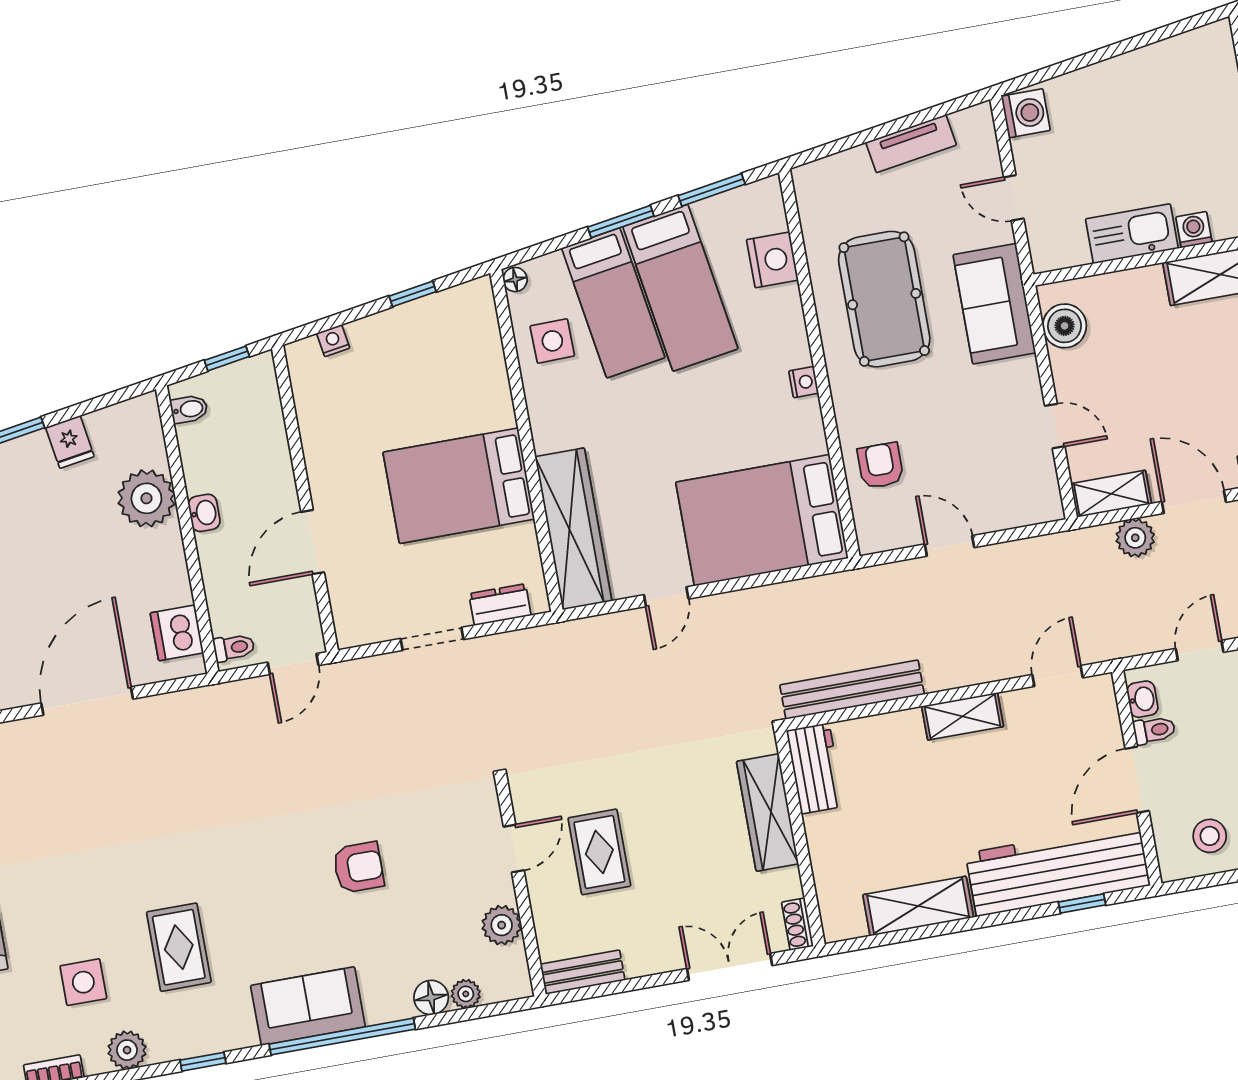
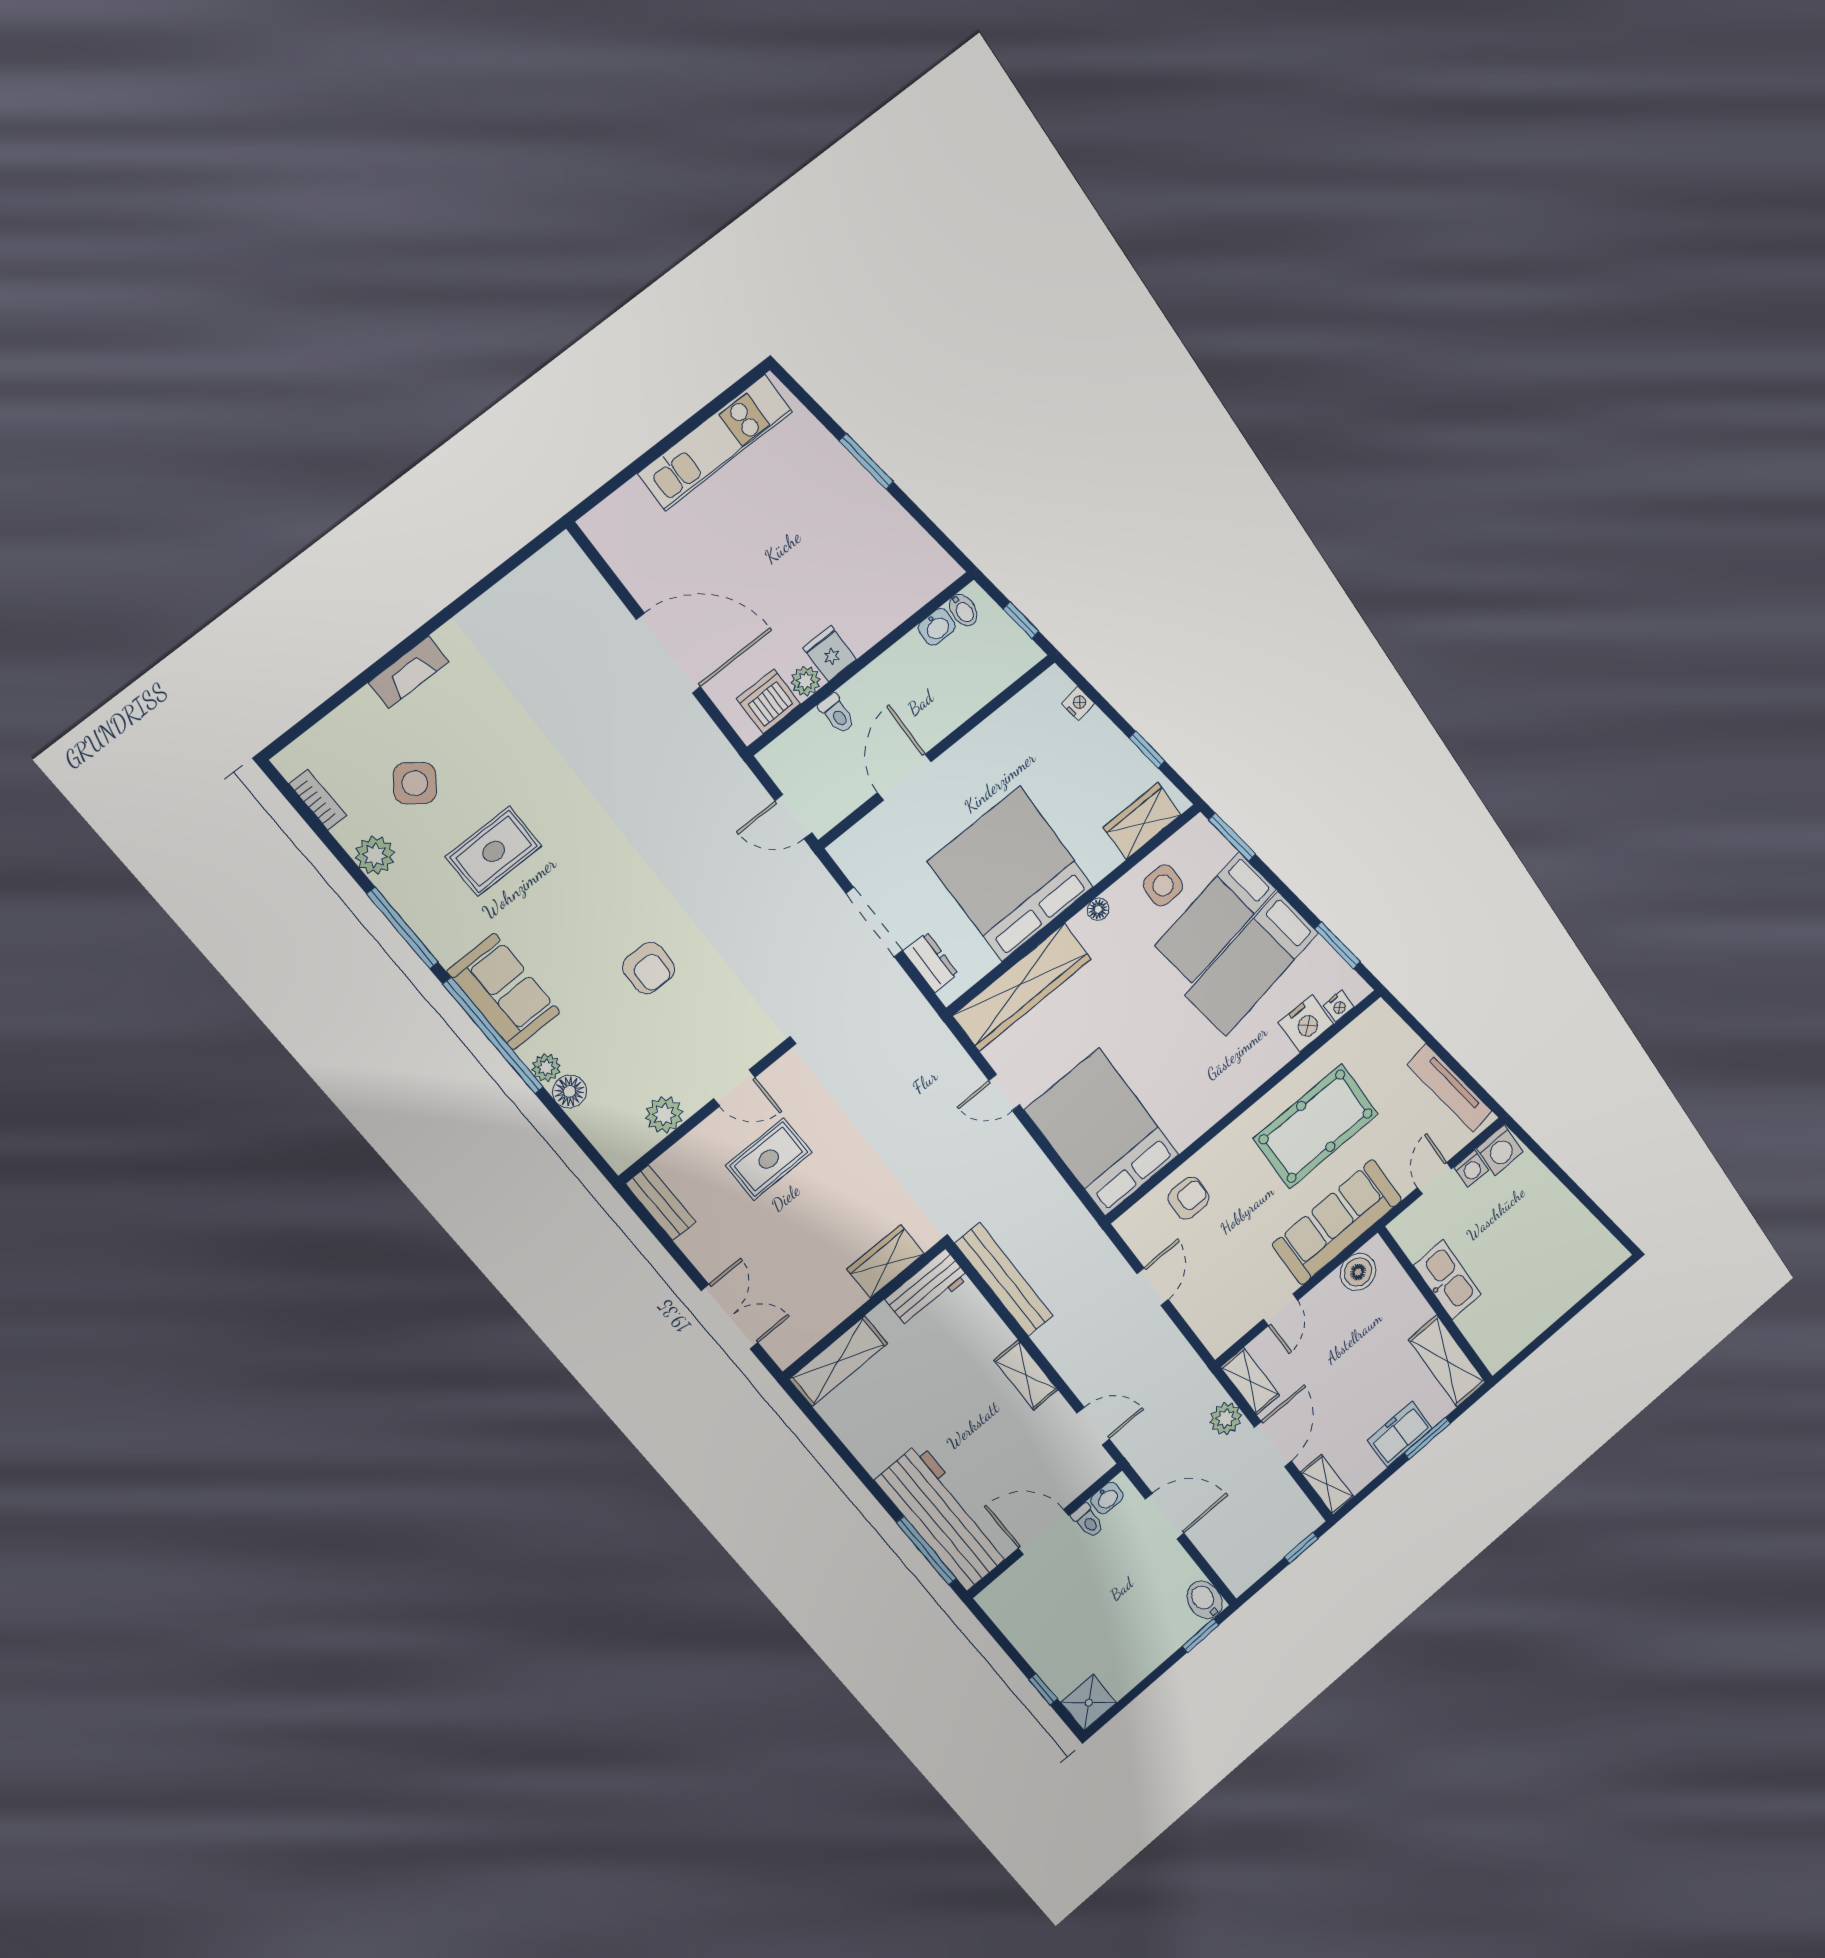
tv unit: (911, 144) -> (1450, 1088), width x1.41
window: (621, 222) -> (1232, 837), moved
washing machine: (1194, 230) -> (1471, 1169), moved, turned 90
floor lamp: (515, 279) -> (1098, 909), moved
sofa: (994, 304) -> (1337, 1222), width x1.36
wardrobe: (478, 332) -> (1142, 821), added
nightstand: (804, 382) -> (1339, 1006), moved
fridge: (70, 442) -> (830, 654), moved, turned 99
bed: (459, 486) -> (1011, 874), width x1.36
plant: (146, 498) -> (805, 681), moved, width x0.53, depth x0.53
washbasin: (204, 513) -> (937, 627), moved
door: (313, 542) -> (904, 777), hinge flipped
doorway: (432, 639) -> (874, 922), width x1.38
toilet: (234, 648) -> (837, 714), moved
door: (1200, 650) -> (1165, 1516), width x1.38
wardrobe: (768, 813) -> (885, 1261), width x0.67
stool: (1210, 836) -> (1028, 1610), removed
window: (1082, 903) -> (926, 1551), width x2.17
shelving: (918, 906) -> (838, 1361), moved, turned 90
shoe rack: (798, 924) -> (794, 1349), removed
side table: (83, 982) -> (415, 783), turned 37
plant: (466, 994) -> (546, 1068), moved
window: (203, 1062) -> (403, 928), width x2.17

